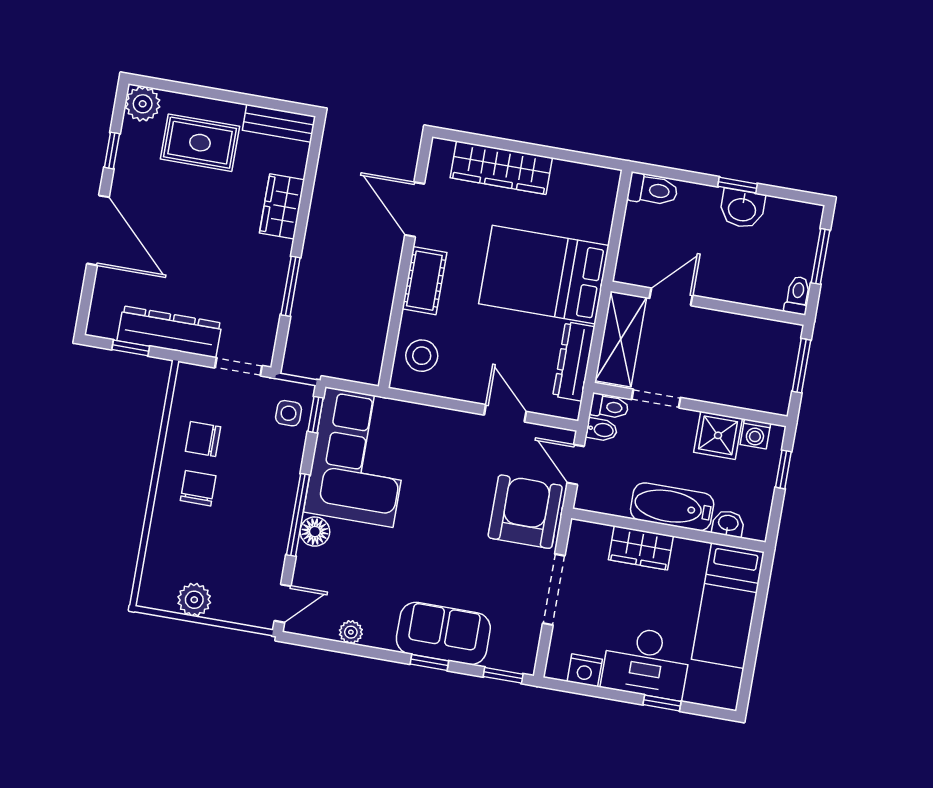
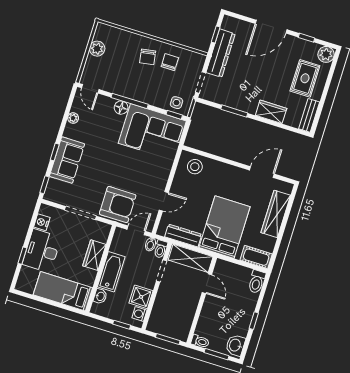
washbasin: (742, 209) -> (235, 345), moved
cot: (424, 281) -> (256, 257), moved
chair: (198, 488) -> (148, 57), turned 81

